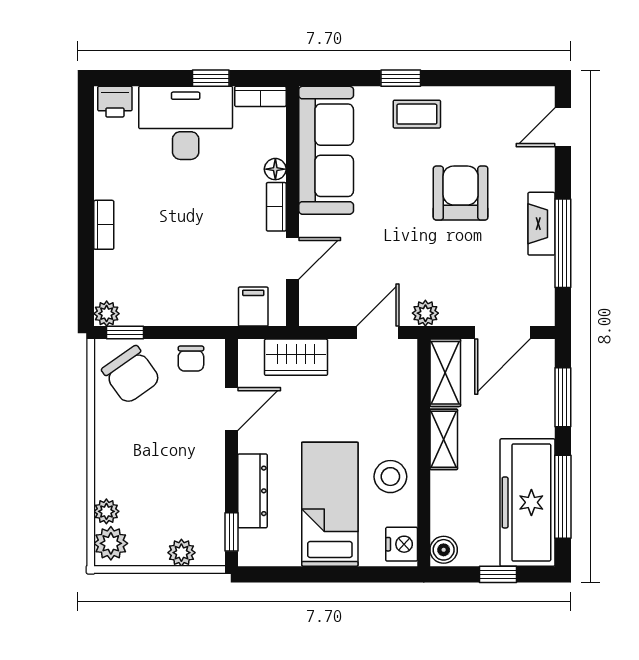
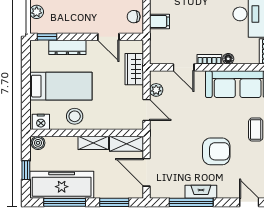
filing cabinet: (253, 307) -> (160, 21), moved
plant: (425, 313) -> (156, 90), moved

